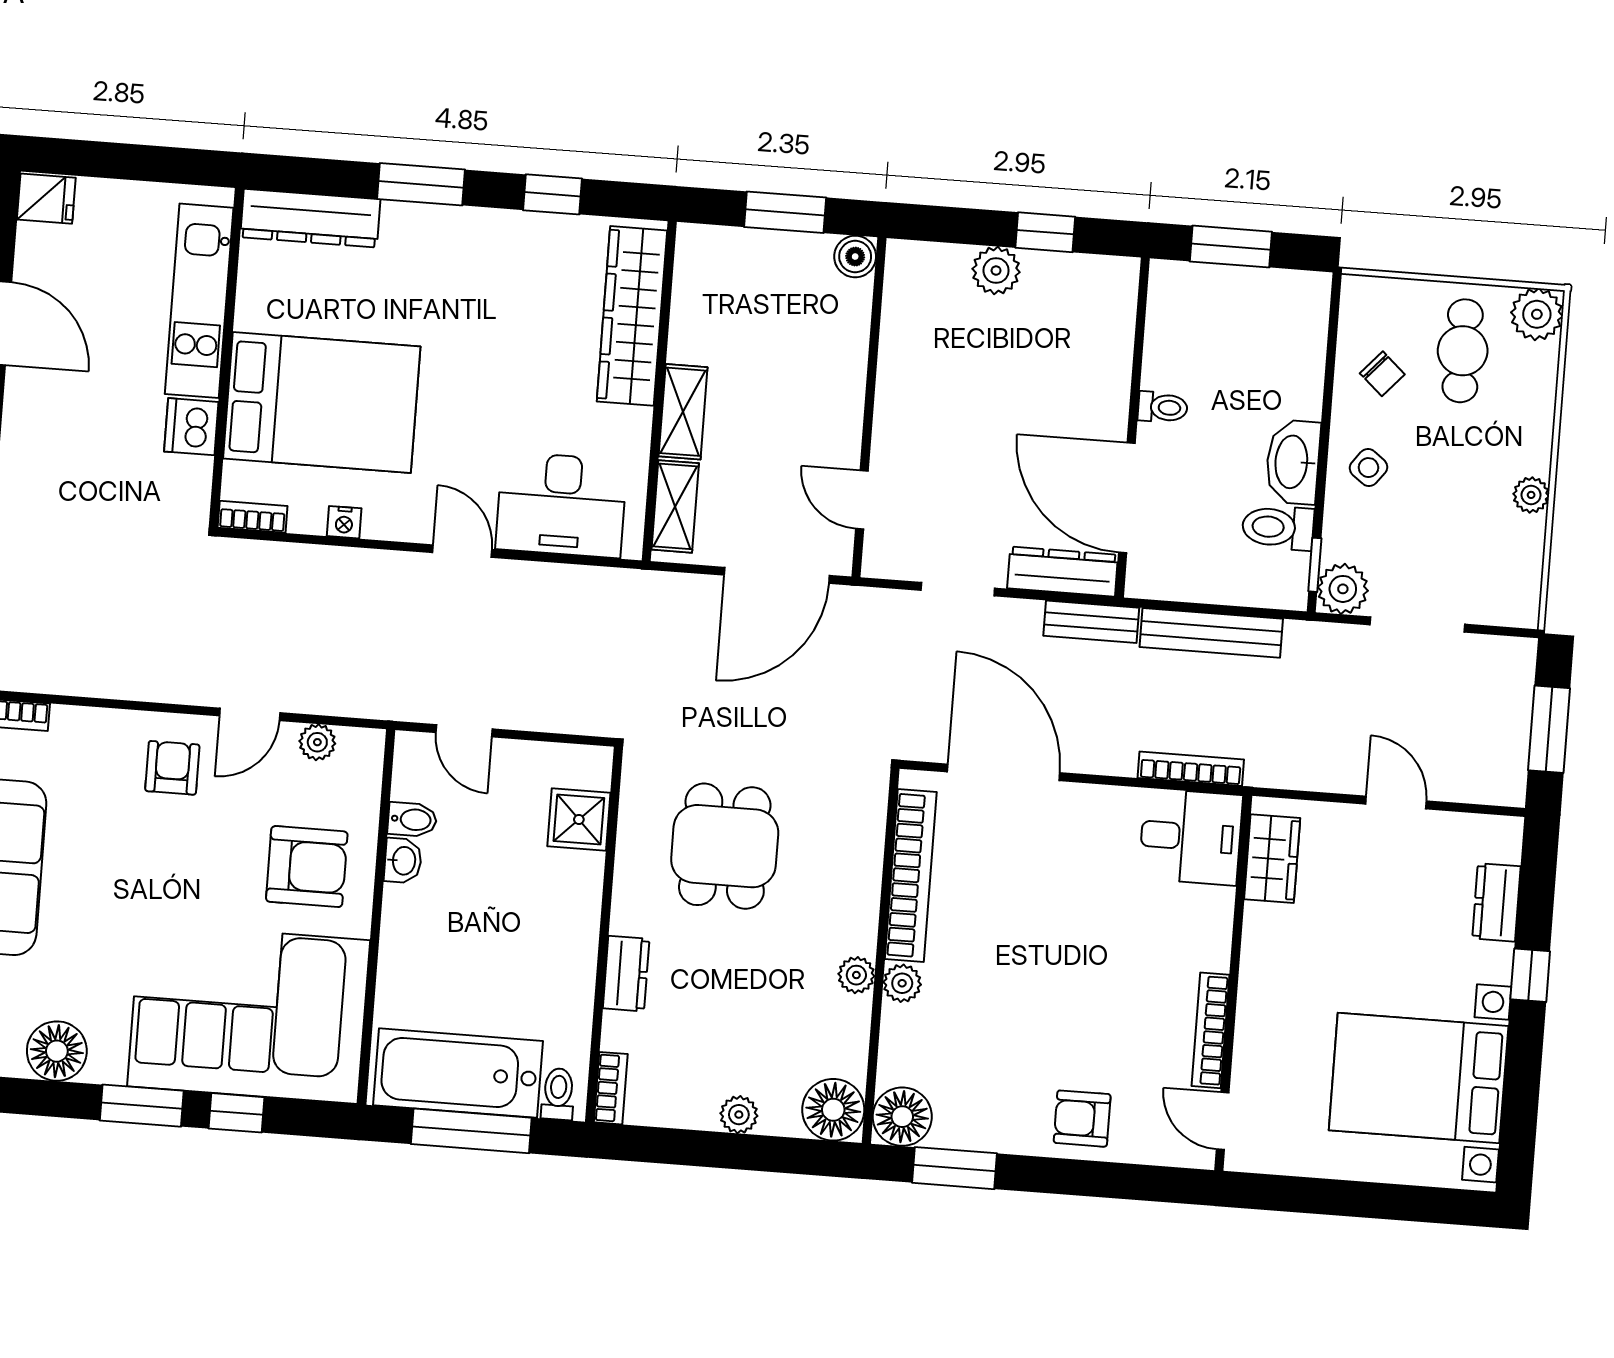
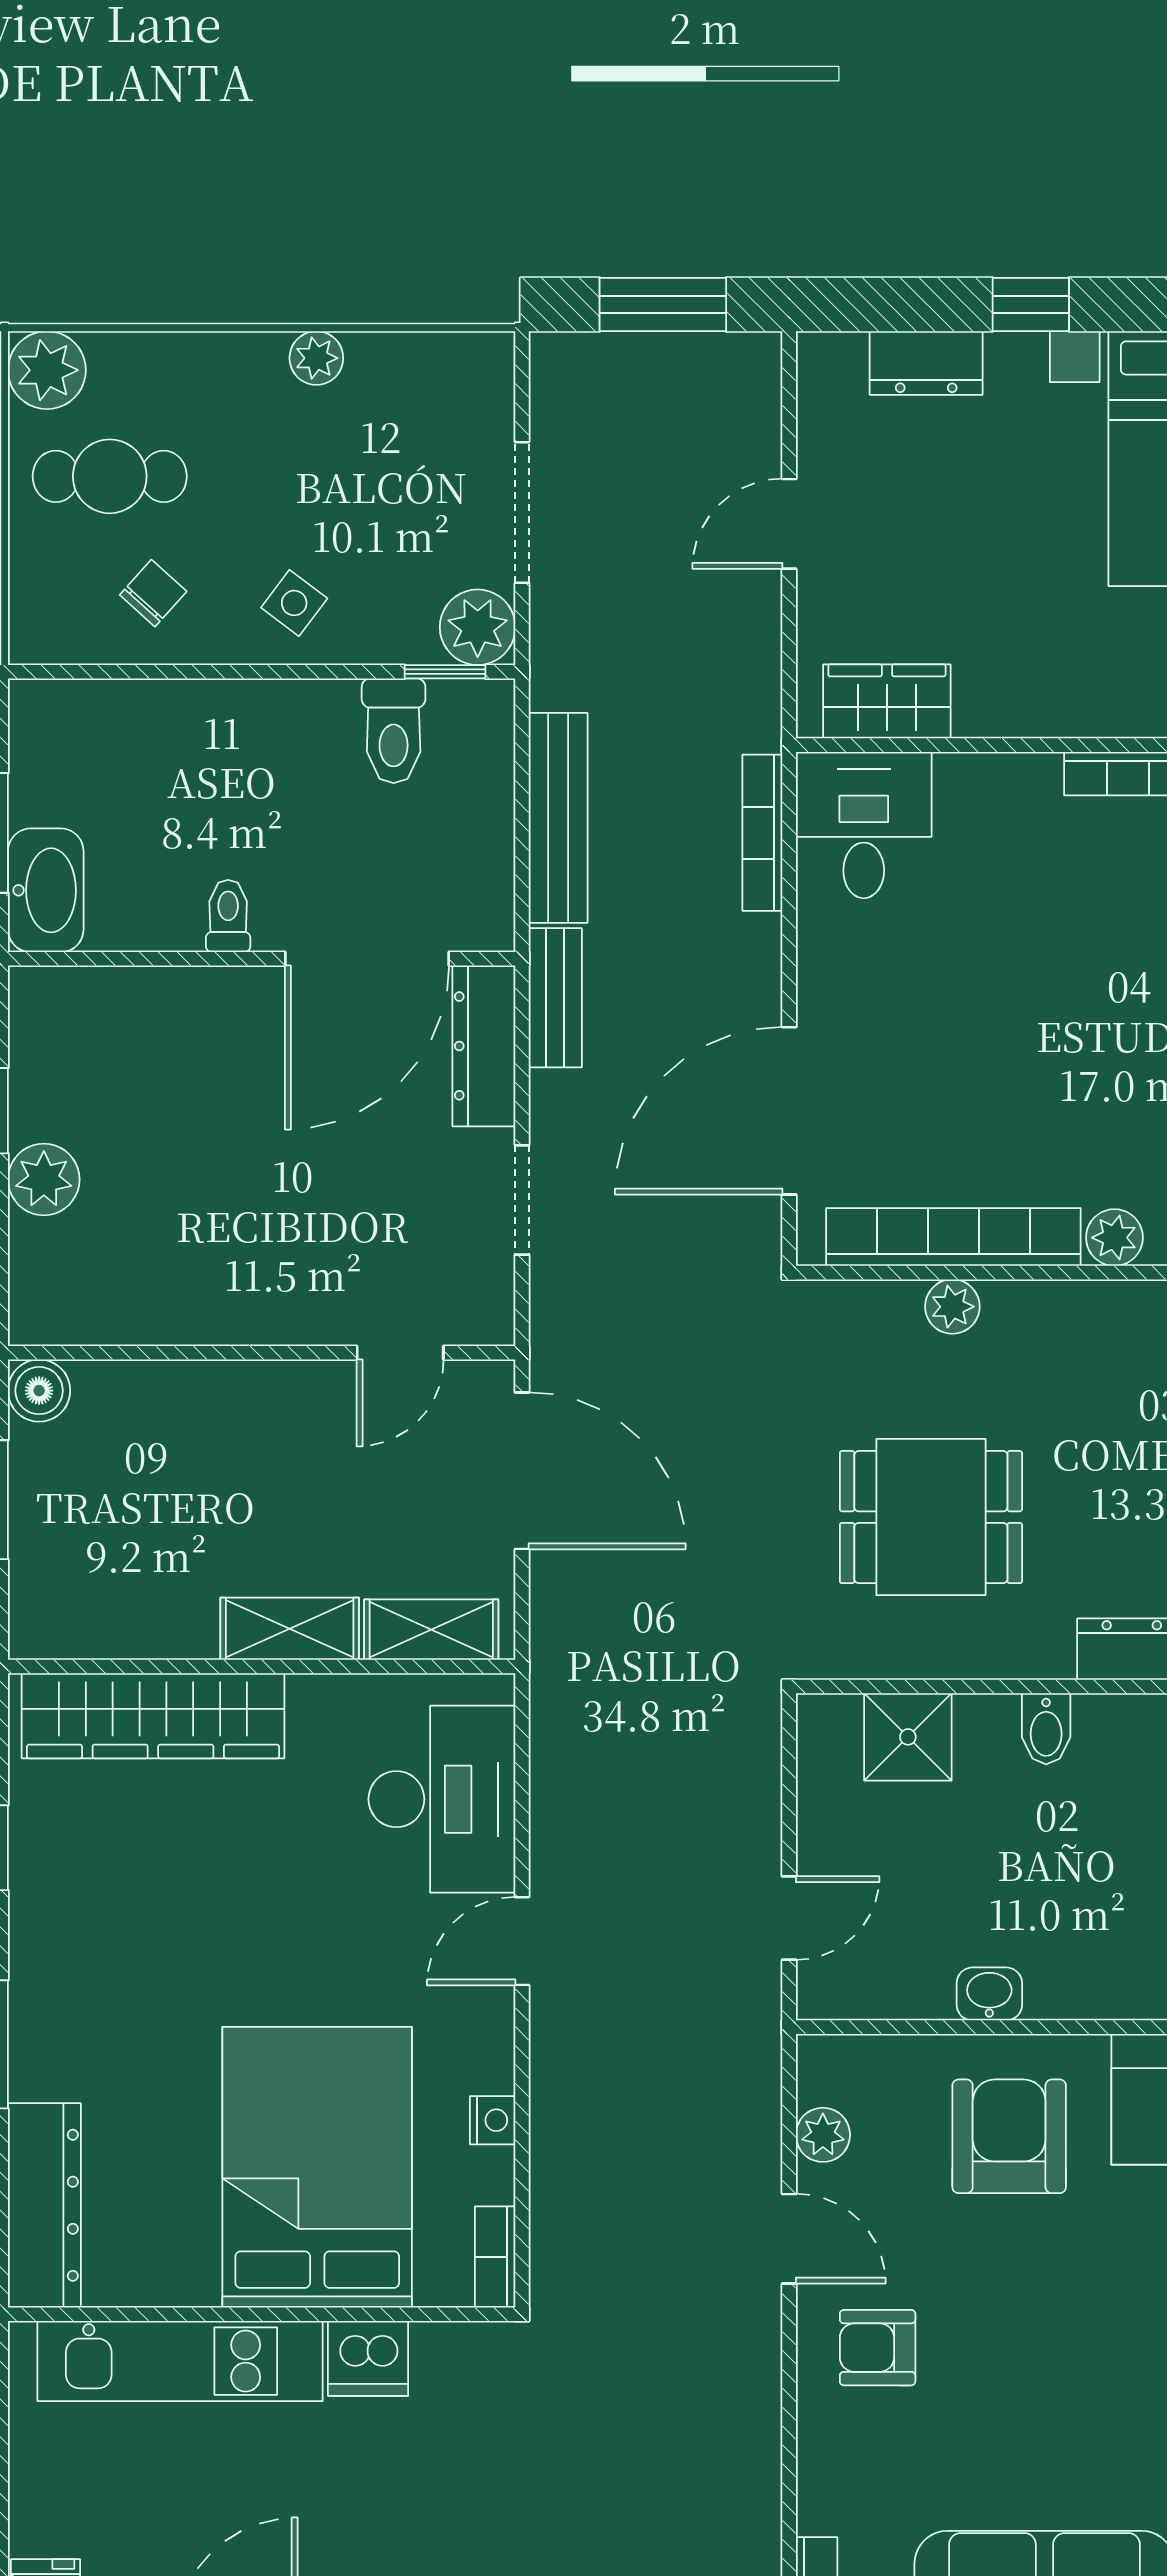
washbasin: (1293, 462) -> (46, 890), moved, turned -90
bidet: (412, 820) -> (1046, 1729), moved, turned 180
plant: (856, 975) -> (952, 1307), moved

